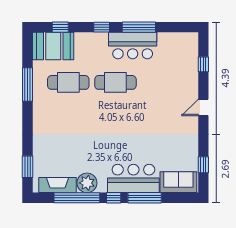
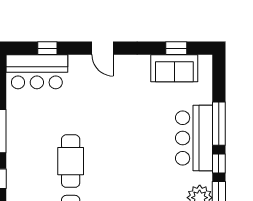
bar counter: (133, 46) -> (37, 72), moved, turned 90
sofa: (178, 182) -> (174, 68), moved, turned -90

